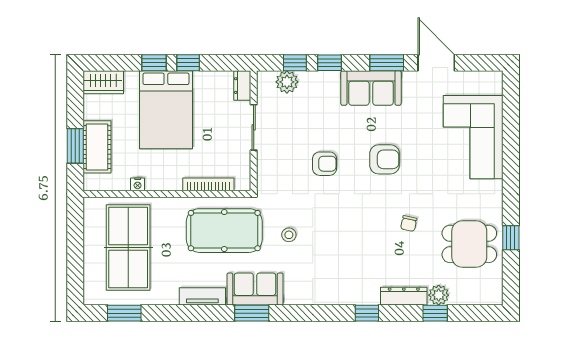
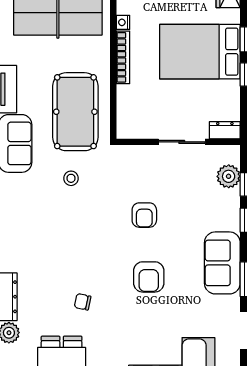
bookcase: (208, 184) -> (123, 57), moved

